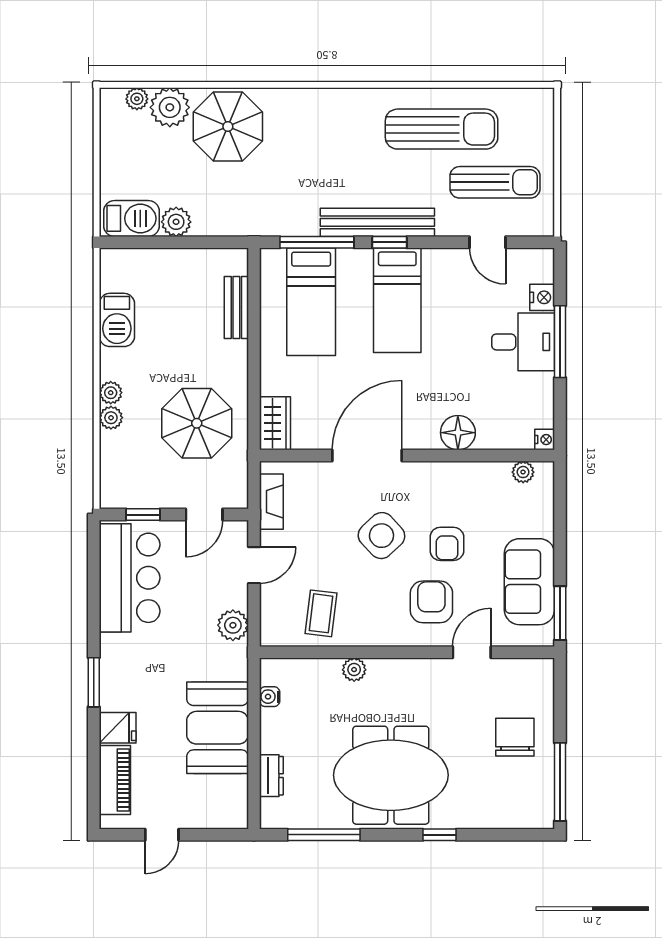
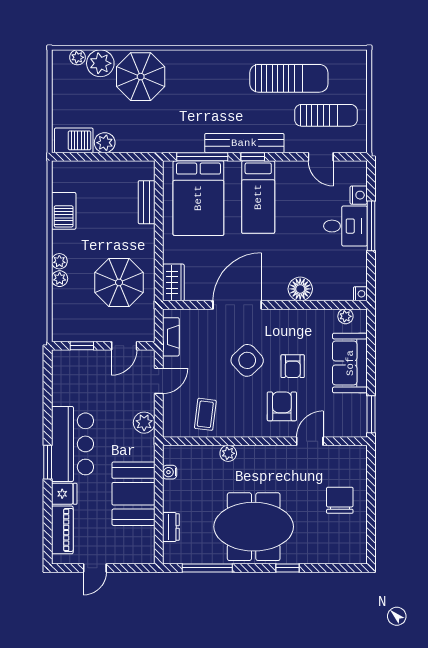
bed: (311, 302) -> (198, 198), width x1.50
bar counter: (130, 578) -> (72, 444), moved
sofa: (529, 582) -> (350, 363), moved
window: (560, 782) -> (371, 531), removed

